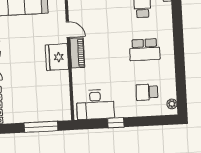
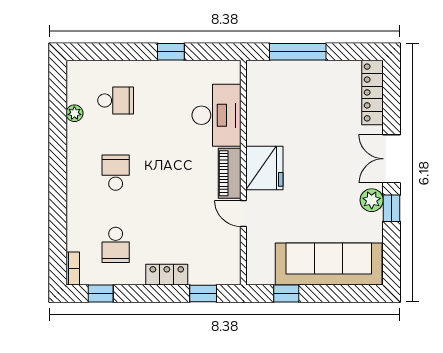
school desk: (145, 50) -> (116, 173), width x0.54
desk: (95, 104) -> (217, 115), moved, turned 90
plant: (172, 104) -> (74, 113), moved

